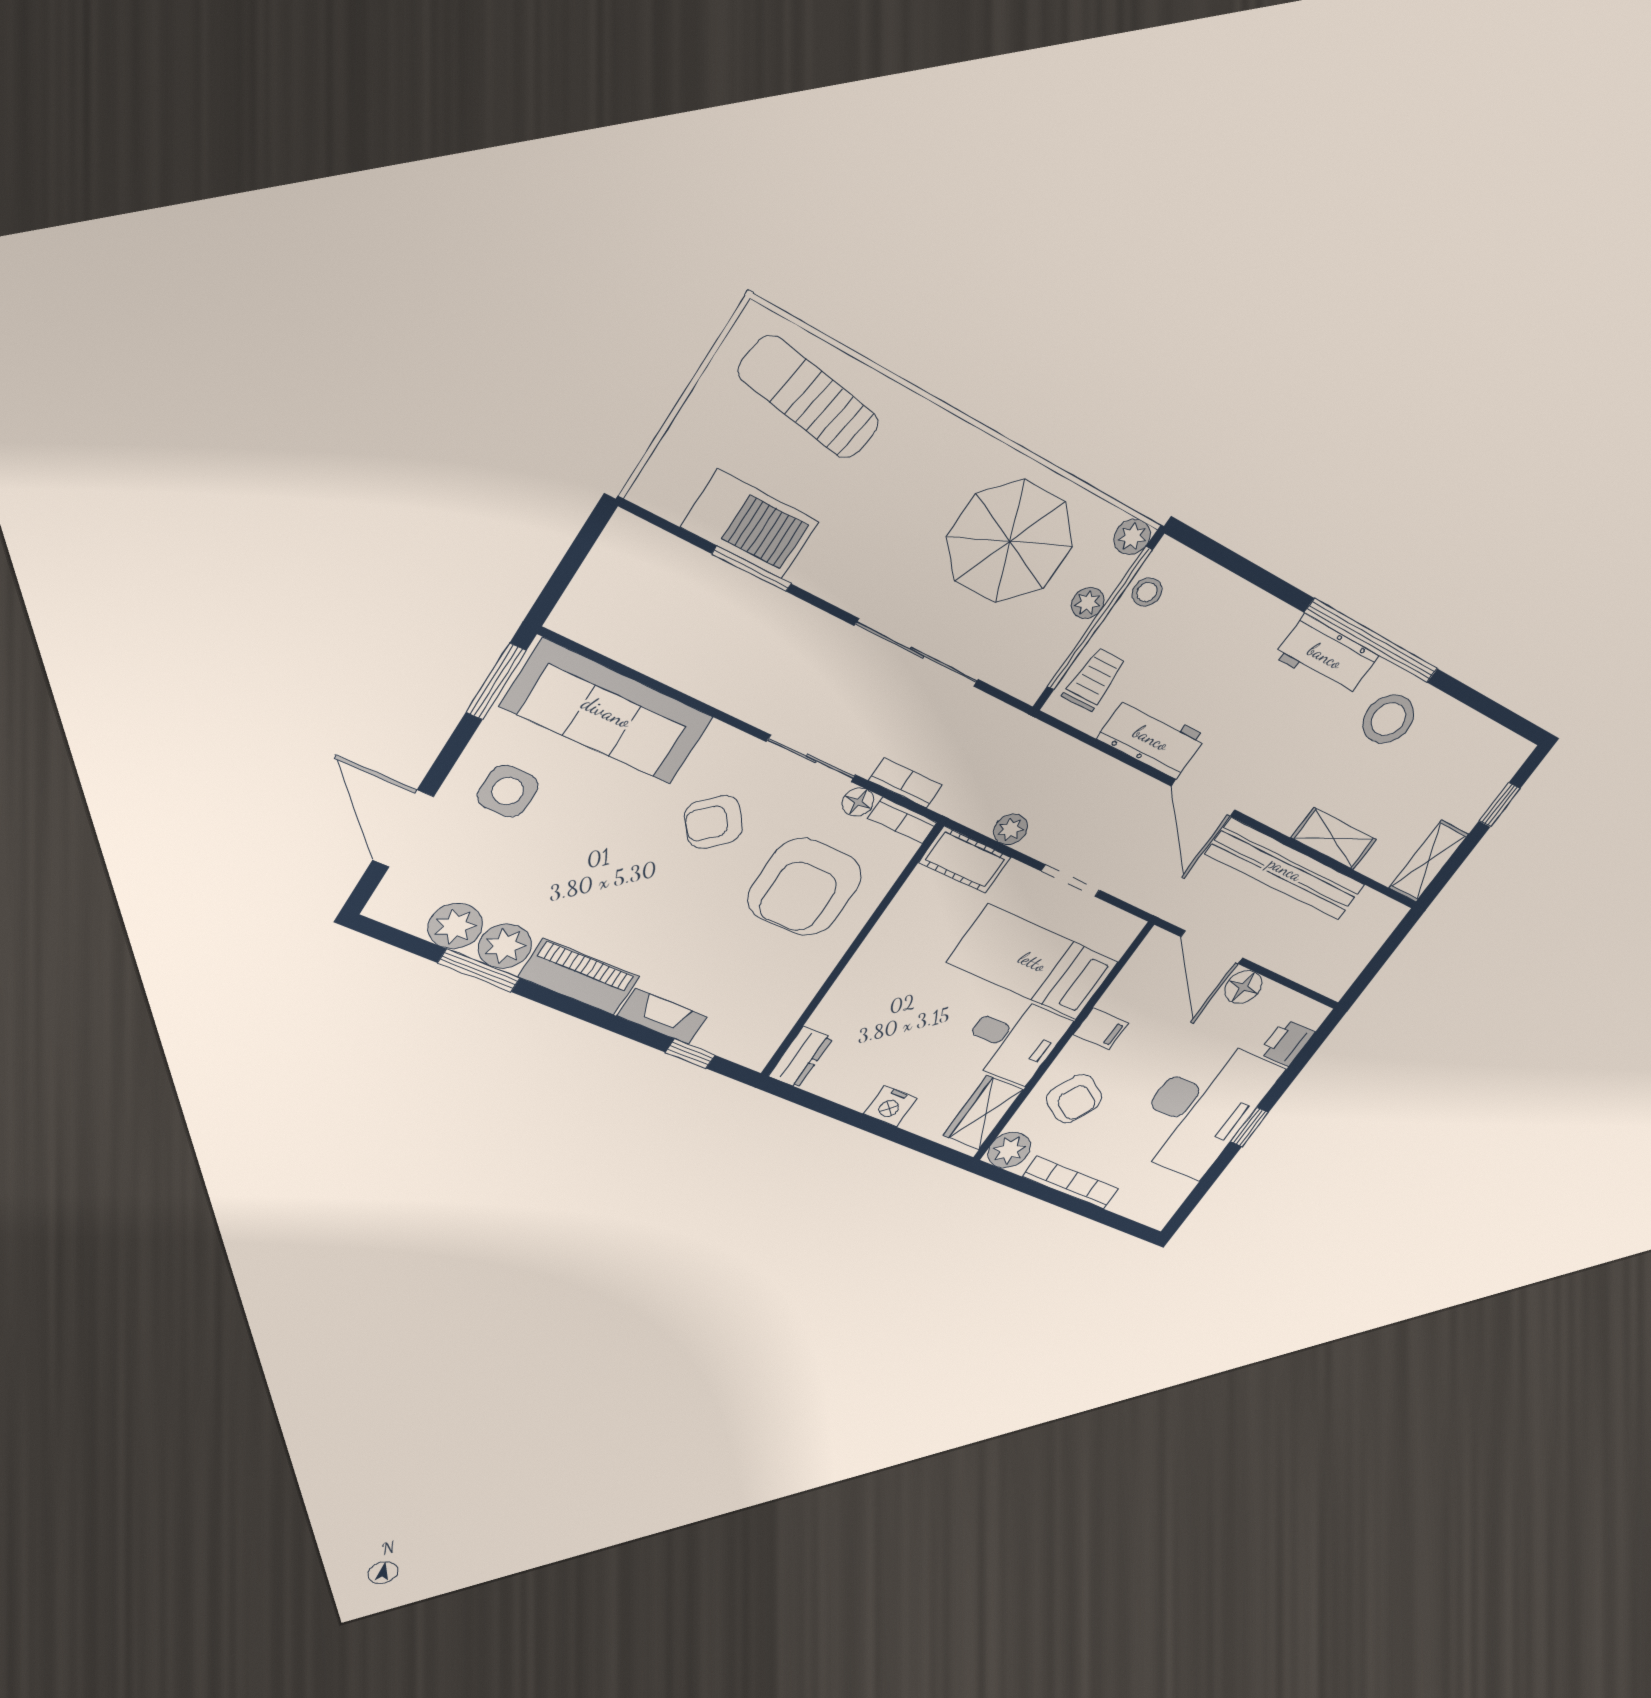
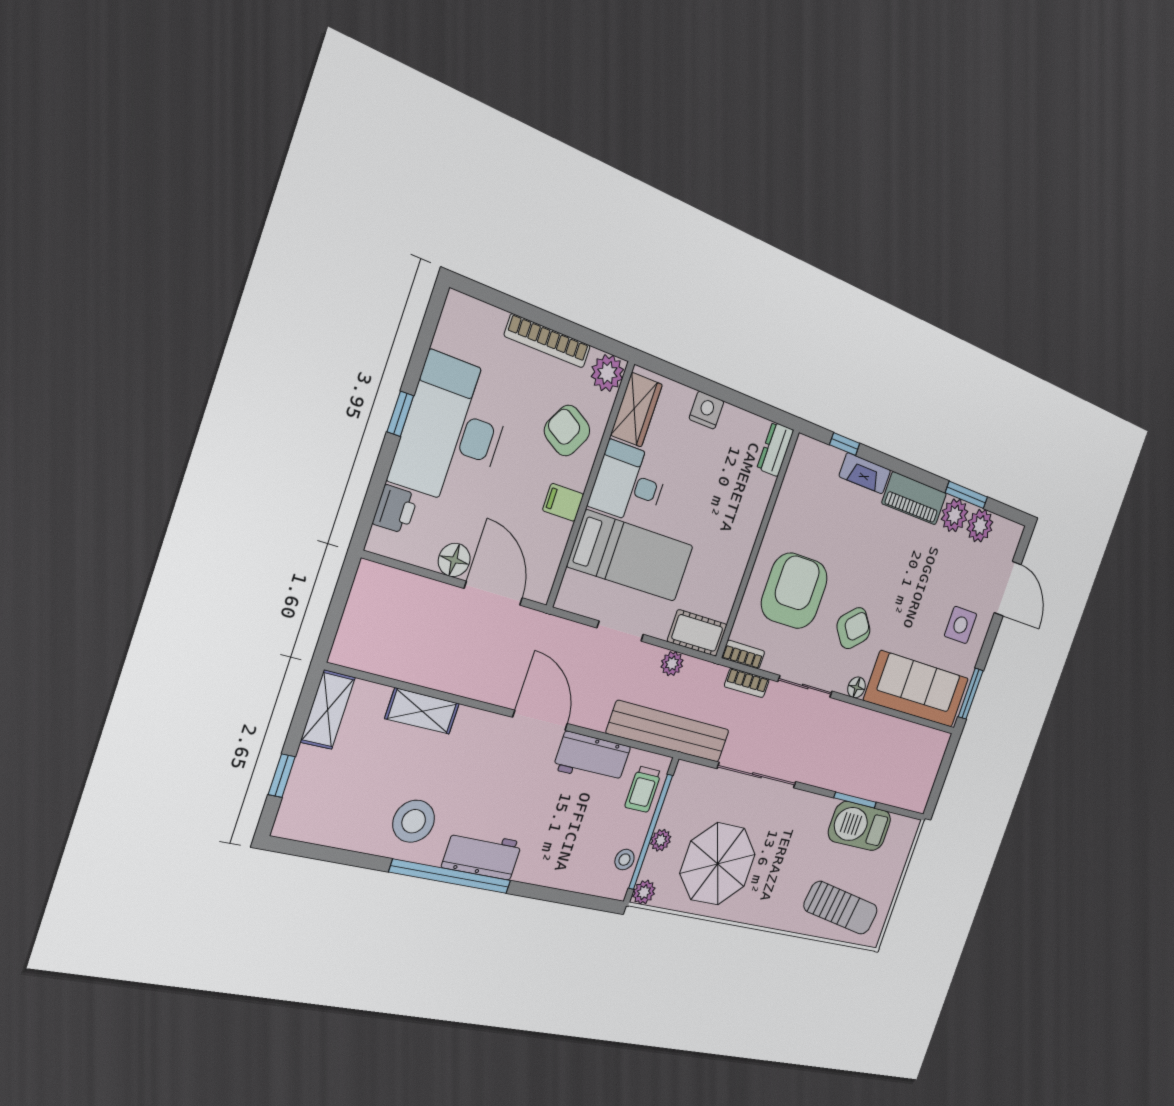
floor lamp: (858, 802) -> (856, 687), moved
bench: (1286, 869) -> (669, 732), moved

